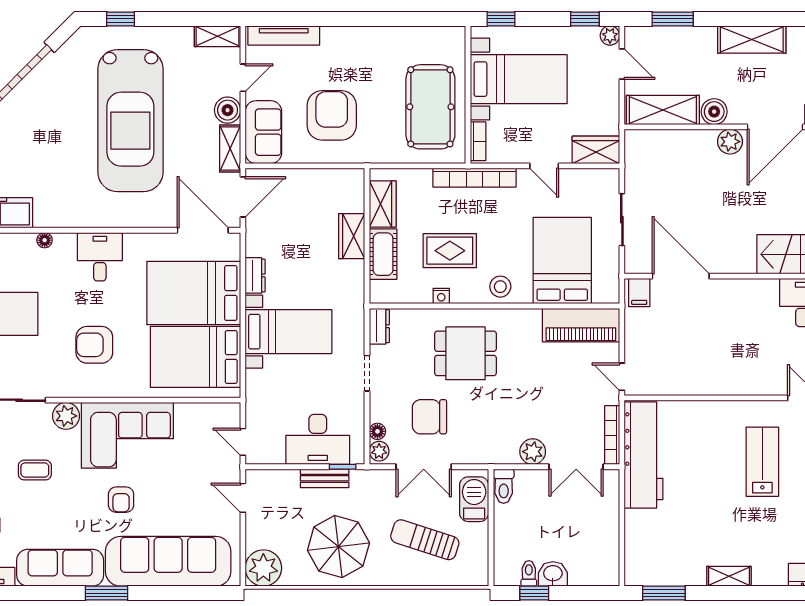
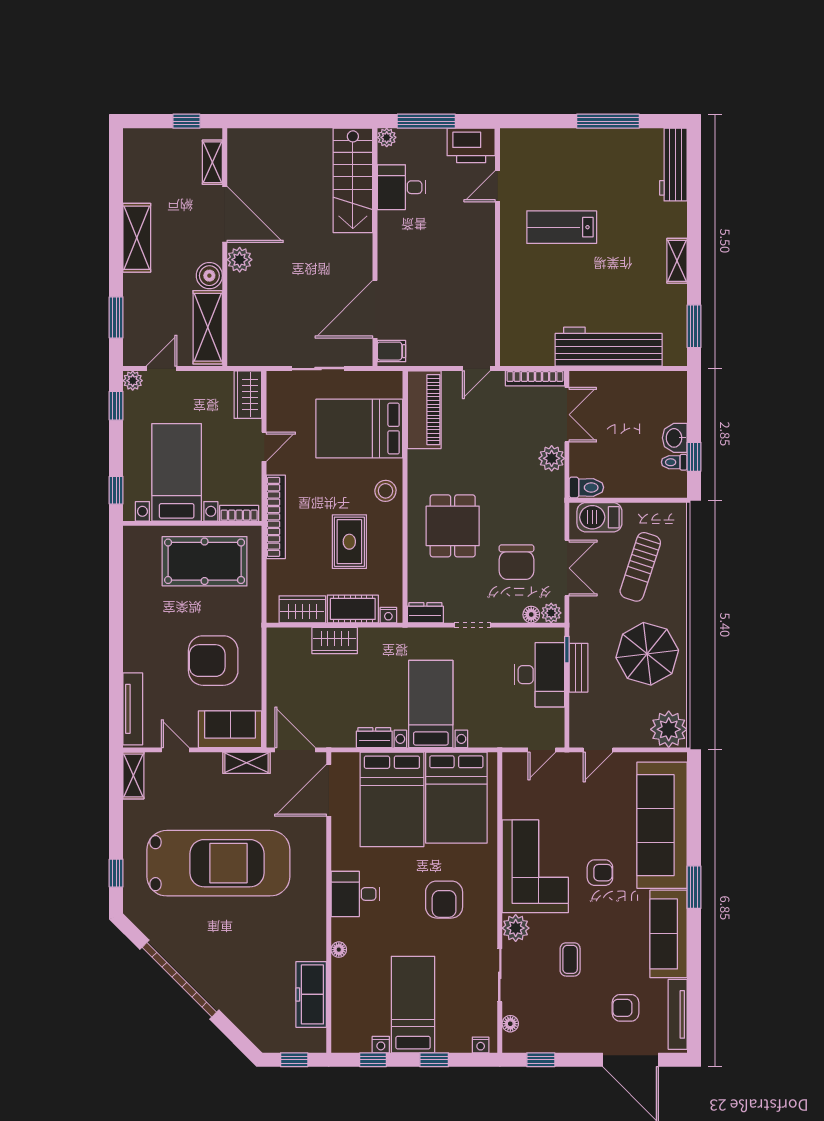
boiler: (228, 110) -> (208, 765), removed
nightstand: (441, 296) -> (388, 615), moved, turned 90
workbench: (644, 455) -> (609, 347), moved

